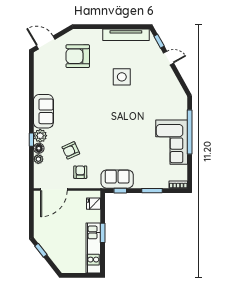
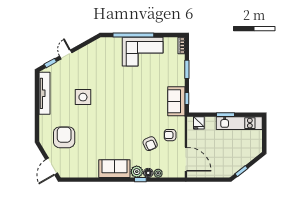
armchair: (78, 56) -> (64, 137), turned 180

